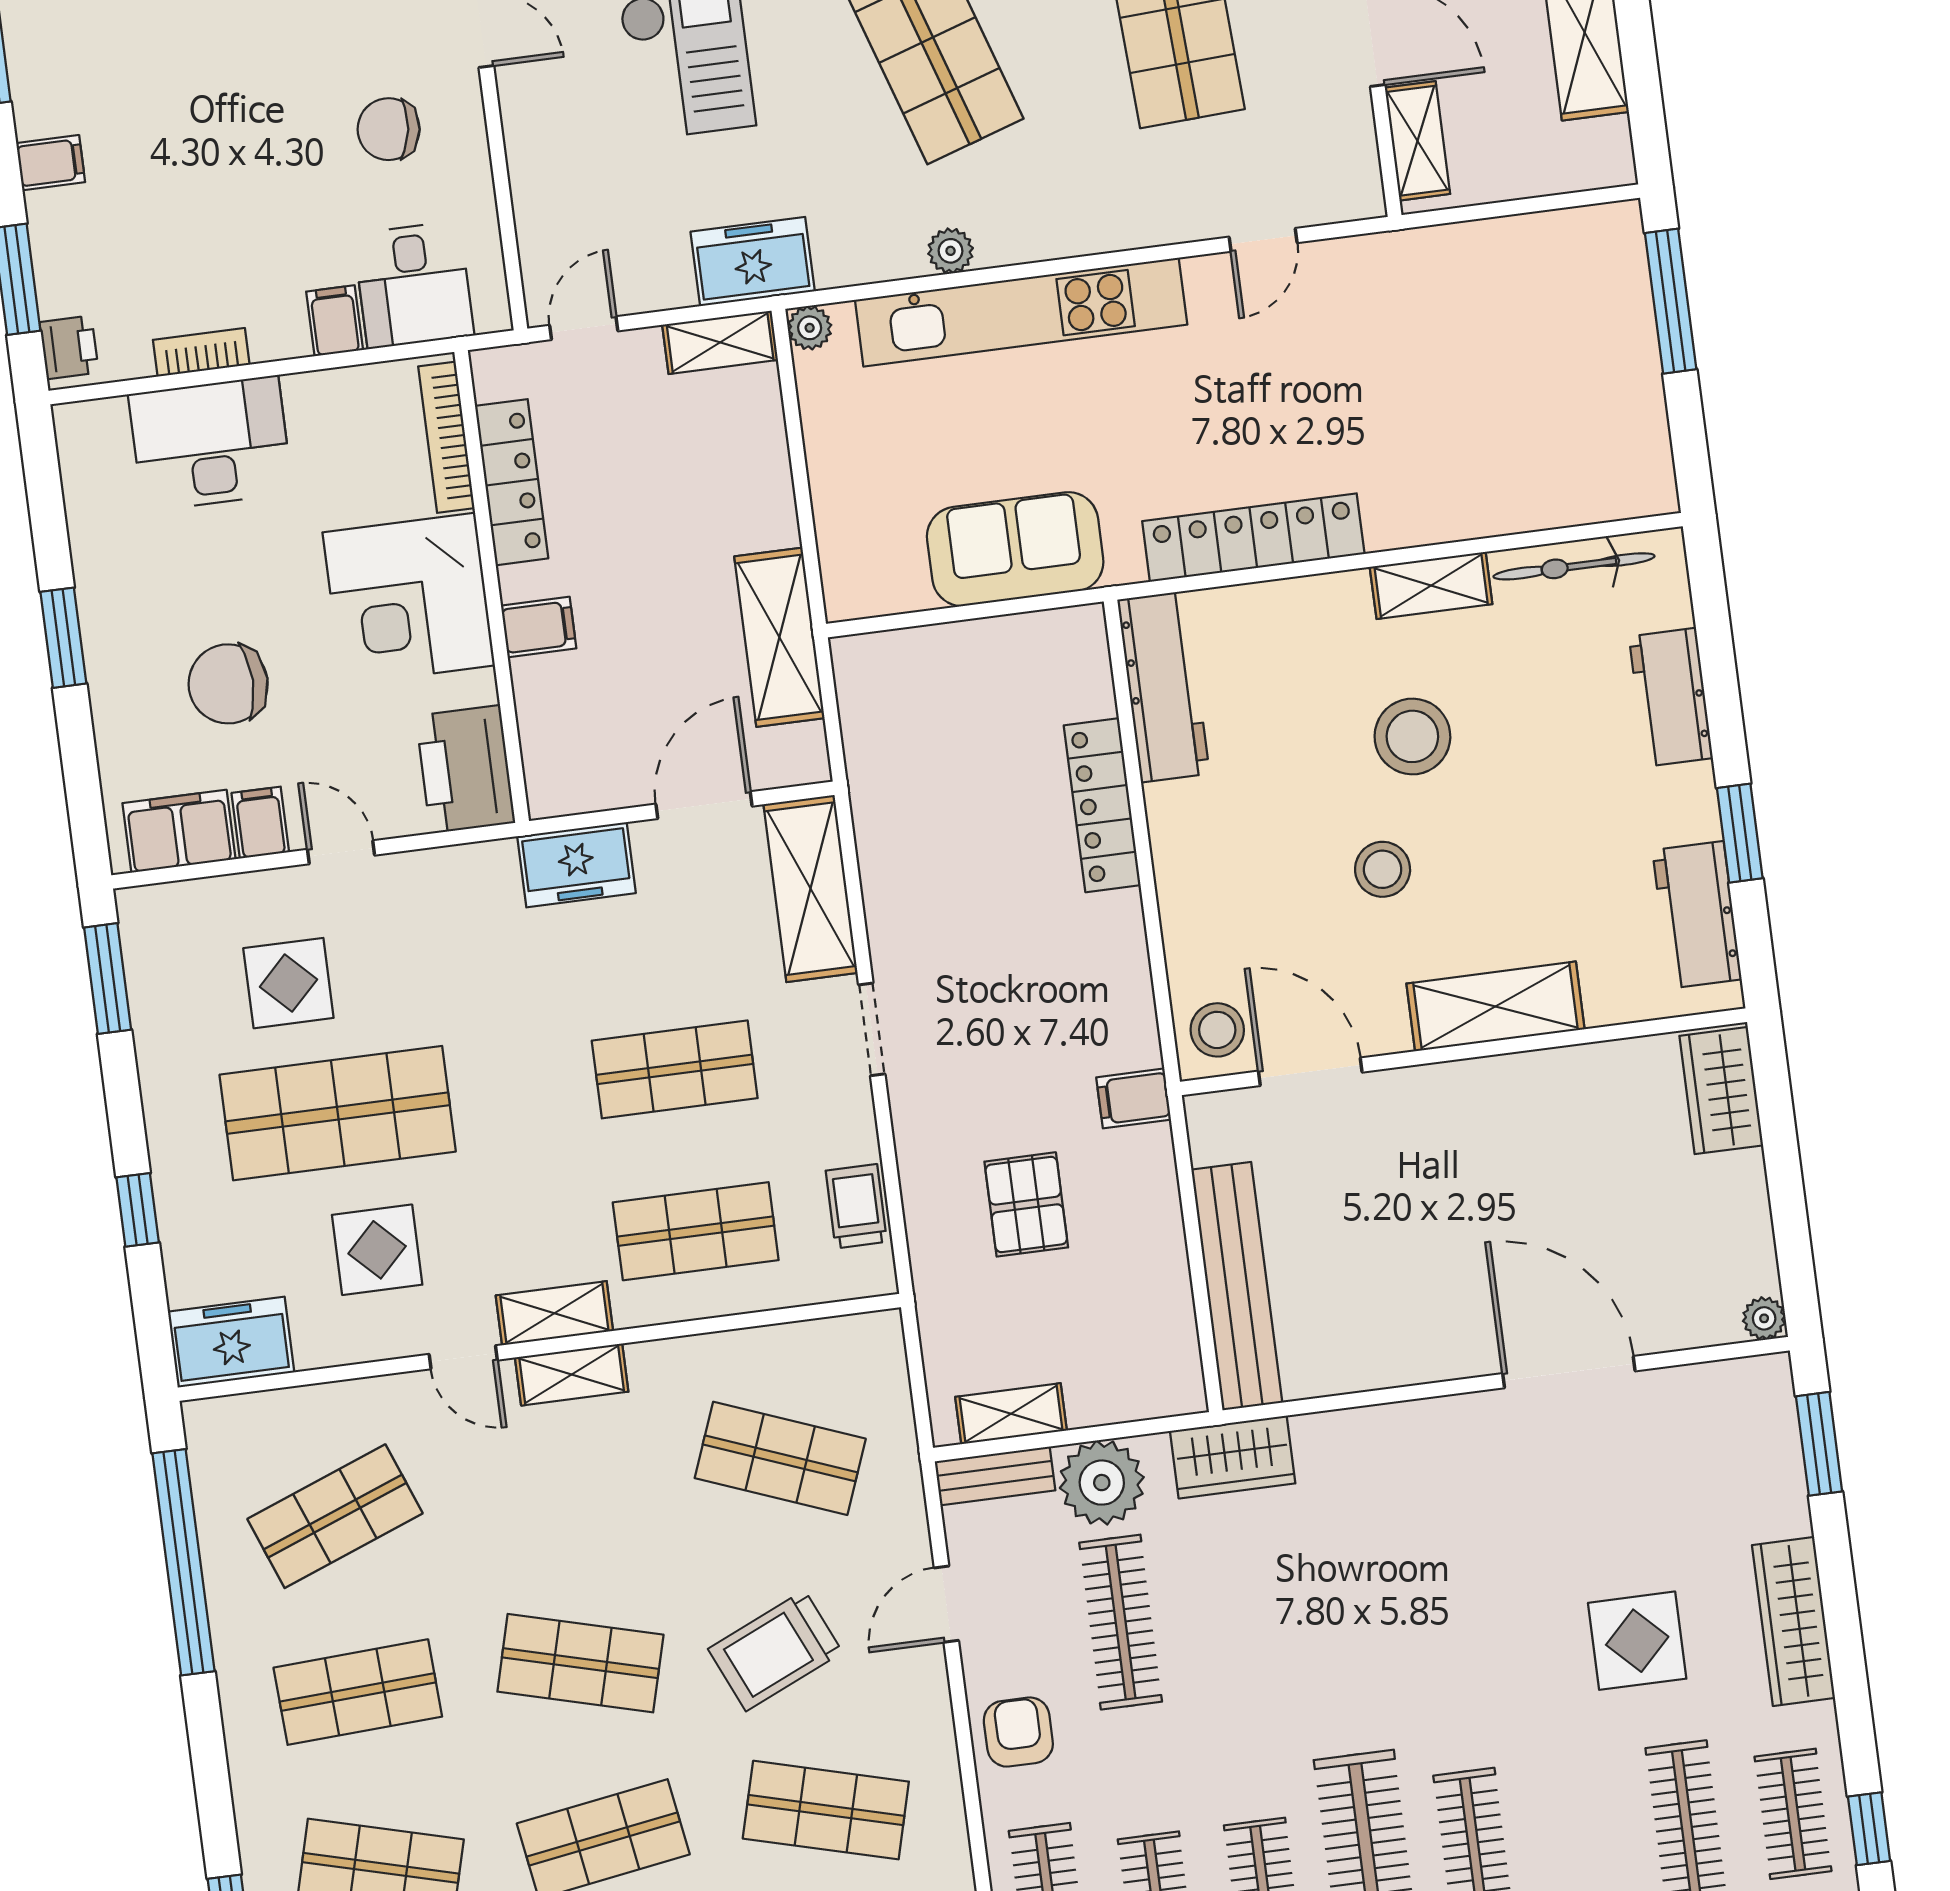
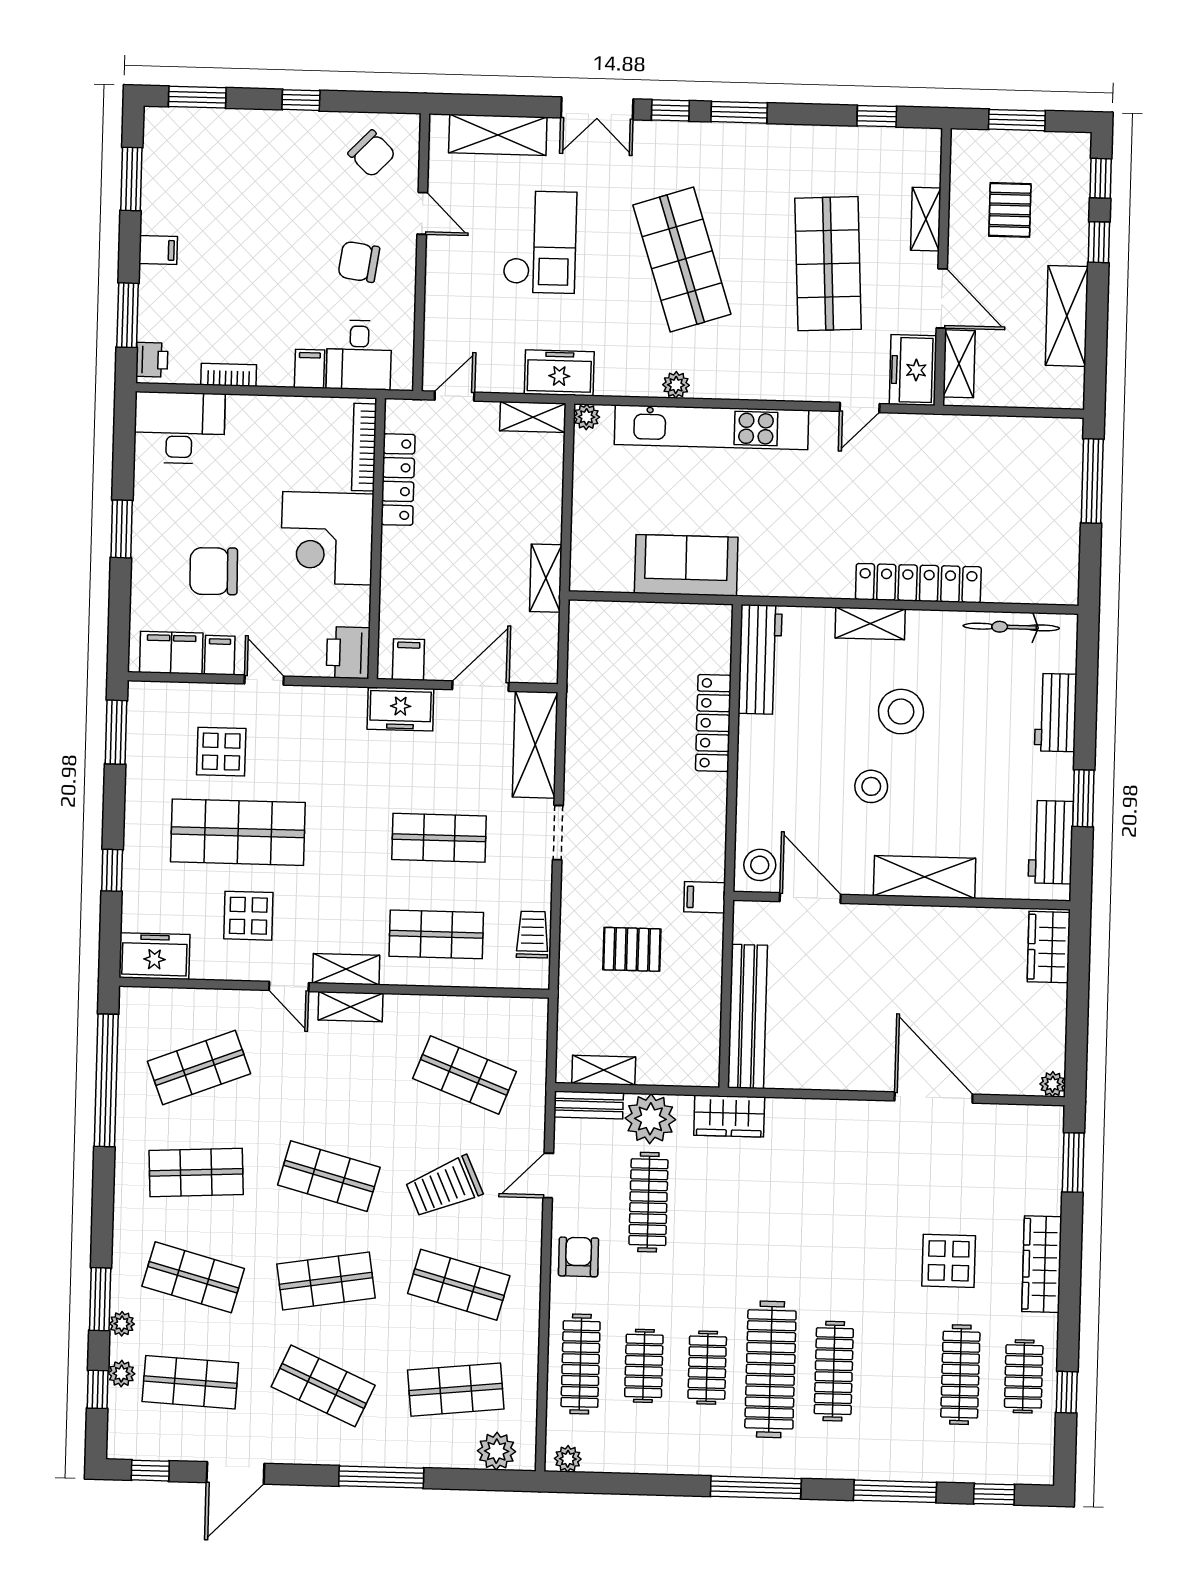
freezer: (1342, 163) -> (913, 370), added
desk: (211, 444) -> (179, 428), moved
locker: (1253, 538) -> (918, 583), moved
shelving: (1431, 585) -> (870, 623), moved
filing cabinet: (539, 627) -> (408, 659), moved, turned -90
shelving: (779, 637) -> (546, 578), width x0.67, depth x0.75
printer: (465, 769) -> (348, 653), width x0.73, depth x0.84
pallet: (1026, 1204) -> (632, 949), turned 90

